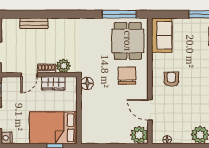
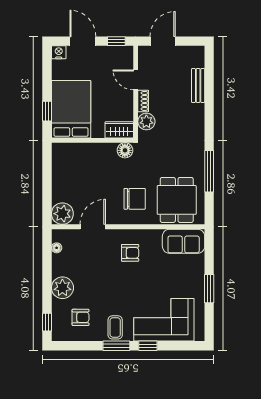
window: (119, 14) -> (209, 171), moved
dining table: (128, 41) -> (177, 200), turned 90
wardrobe: (53, 83) -> (119, 130), moved, turned 90

